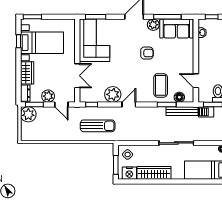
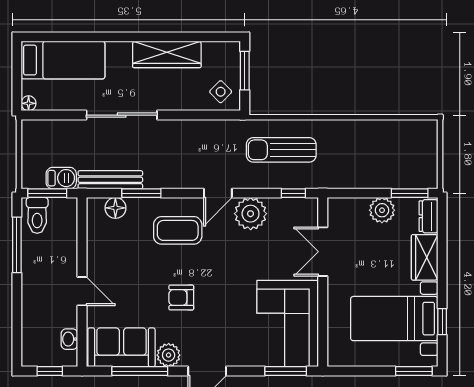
door: (196, 81) -> (82, 291), moved
coffee table: (161, 85) -> (178, 230), moved, turned 90
door: (61, 105) -> (355, 193), removed
plant: (28, 114) -> (422, 173), removed
nightstand: (129, 173) -> (217, 54), removed

